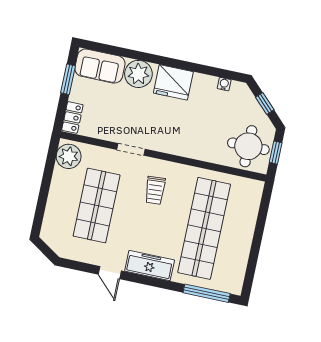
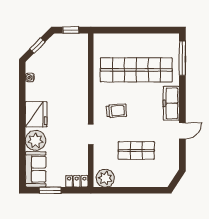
round table: (248, 146) -> (71, 51), removed
shop shelf: (97, 205) -> (136, 150), width x0.70, depth x0.74

